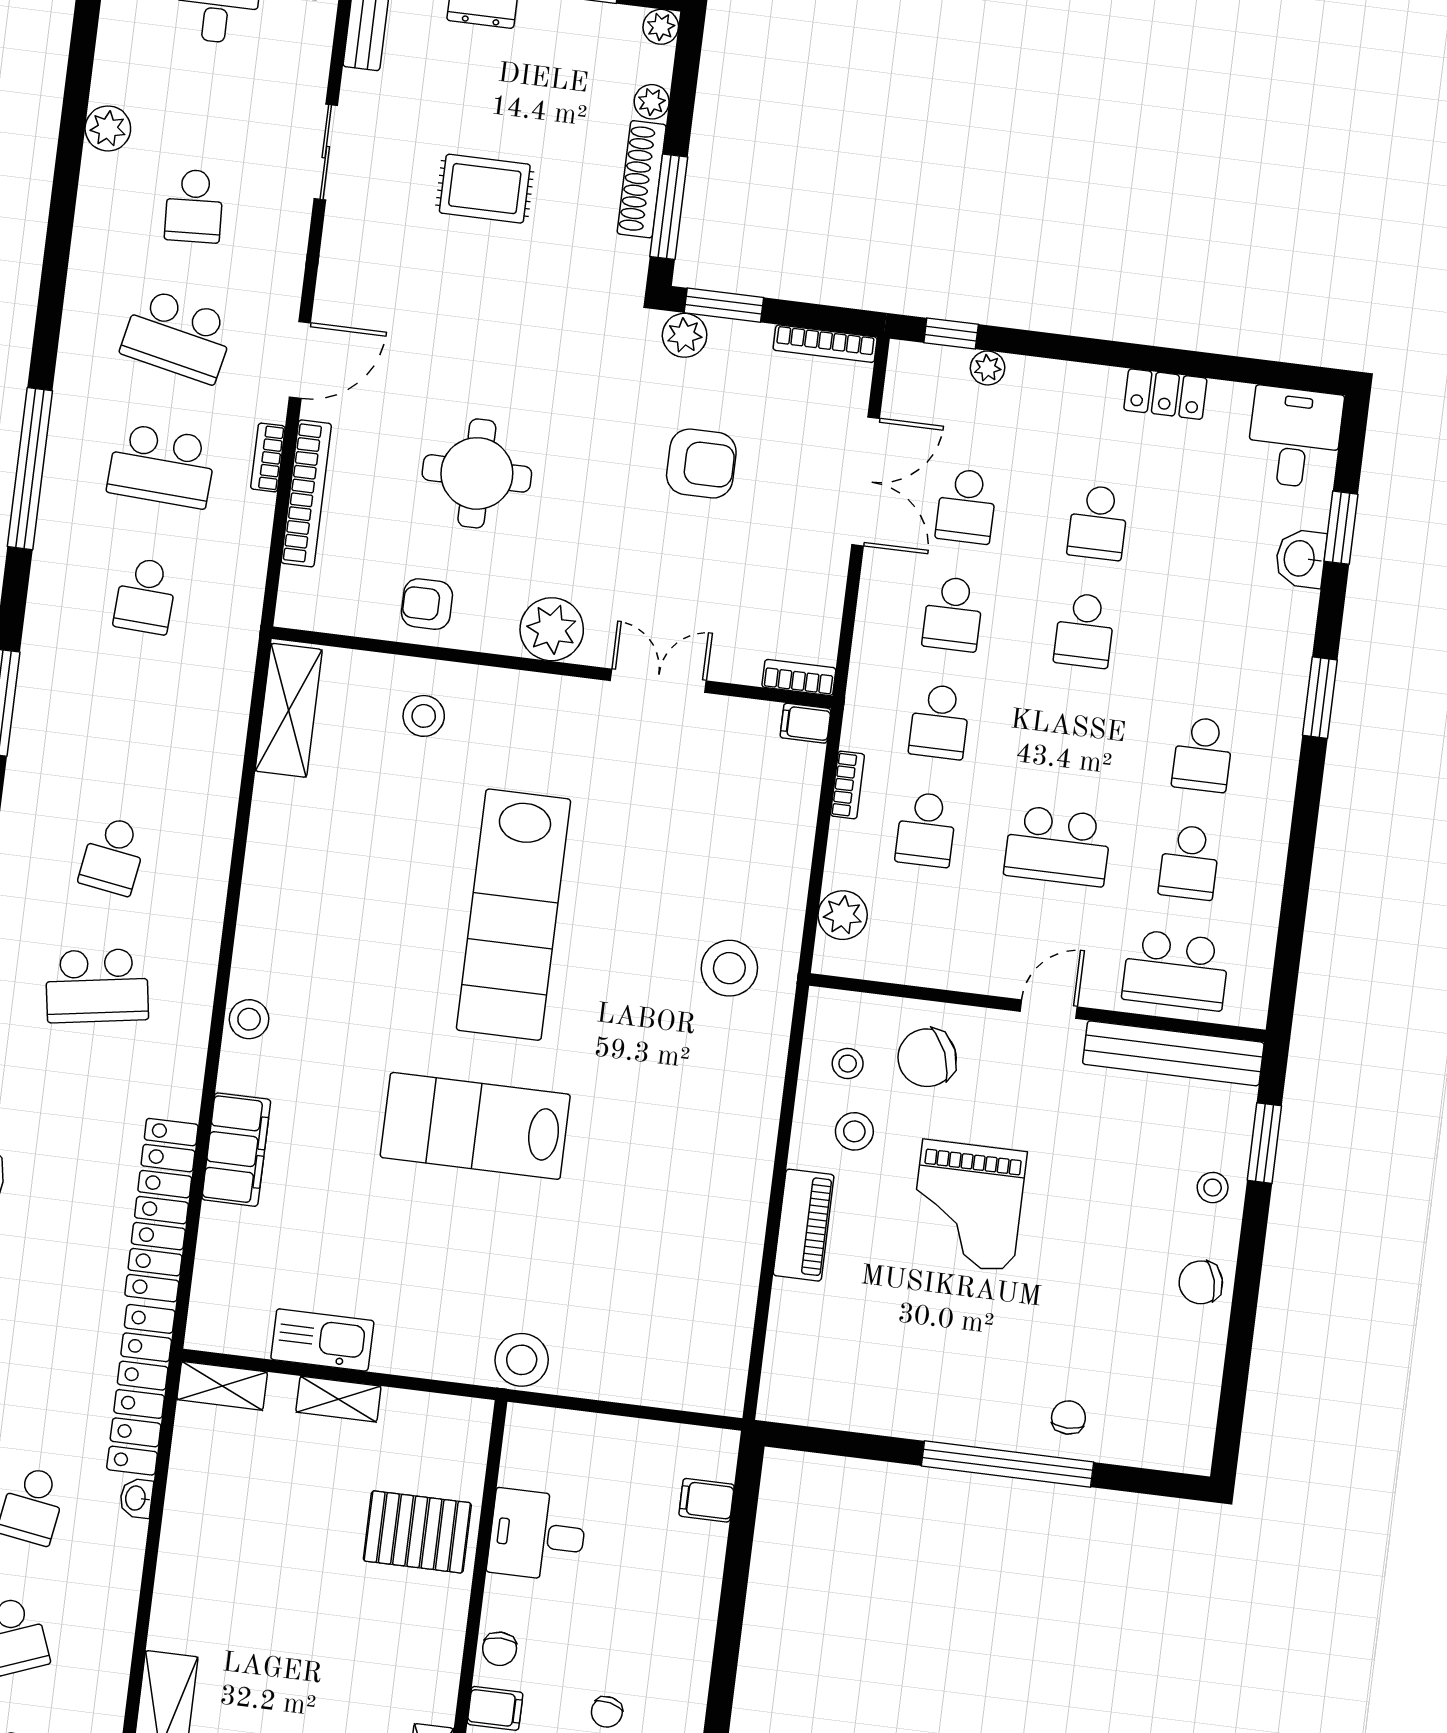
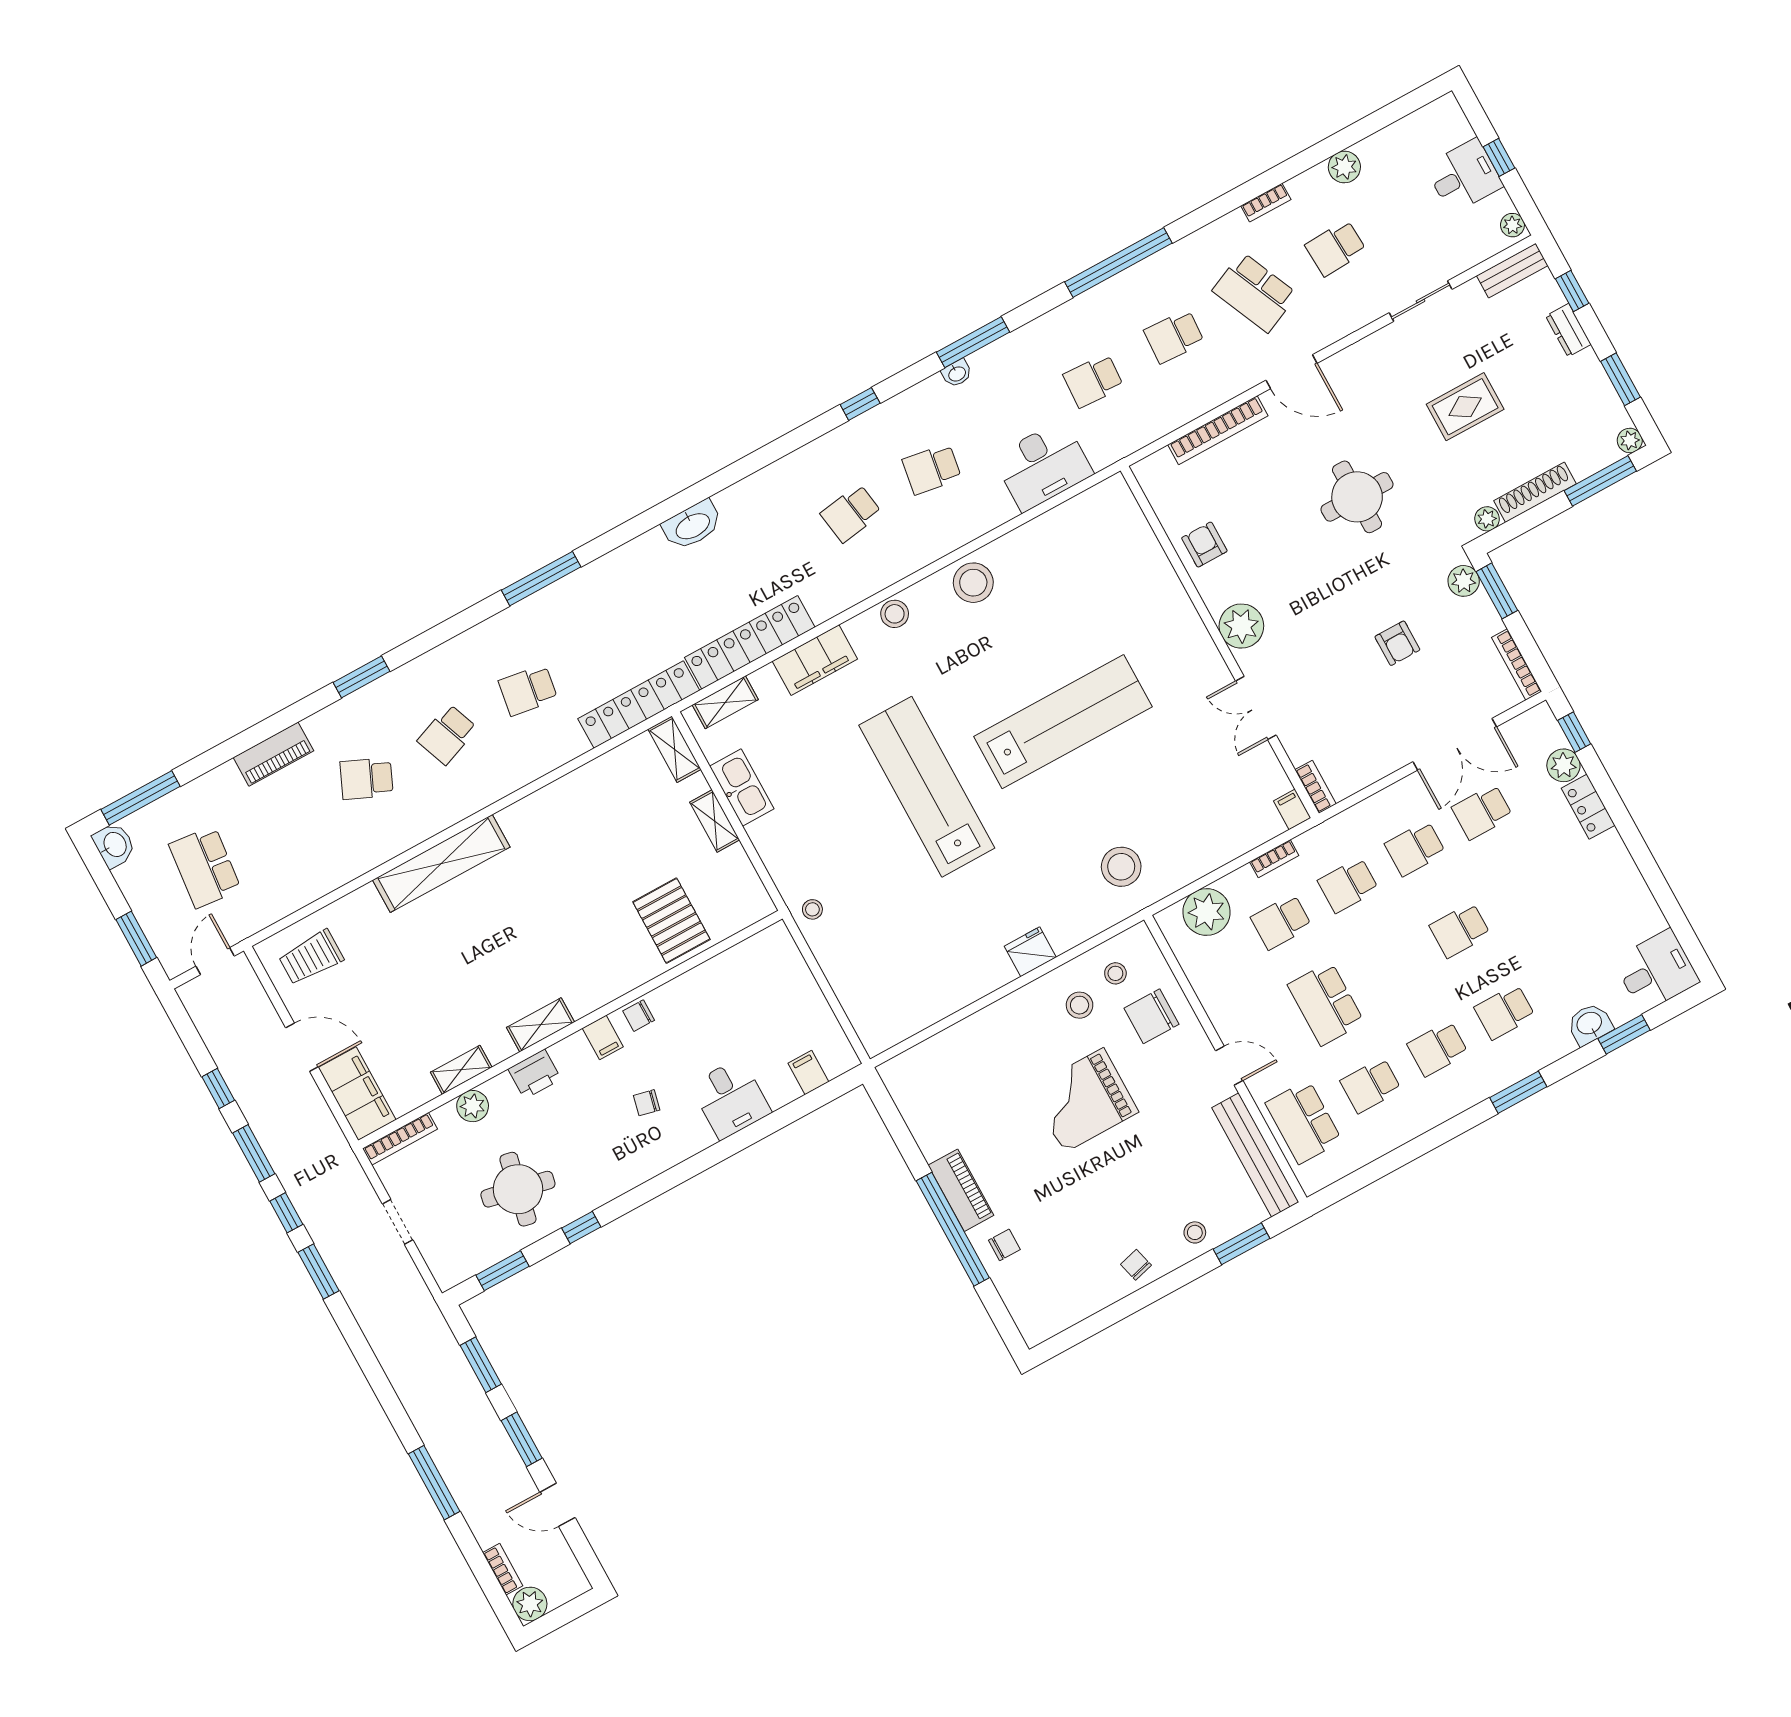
plant: (652, 102) -> (1487, 519), moved
rug: (485, 189) -> (1465, 407), turned 90
window: (669, 207) -> (1600, 481), moved
school desk: (178, 336) -> (1255, 292), turned -36
plant: (988, 368) -> (1563, 765), width x1.38, depth x1.38
locker: (1165, 394) -> (1588, 807), moved
bookcase: (268, 457) -> (1266, 203), moved, turned 180
armchair: (701, 464) -> (1397, 643), width x0.72, depth x0.72
school desk: (162, 466) -> (1174, 336), width x0.54
round table: (477, 473) -> (1357, 497), moved
school desk: (1098, 523) -> (1505, 1012), moved
double door: (658, 681) -> (1256, 708), swing flipped
shelving: (289, 710) -> (725, 702), moved, width x0.67, depth x0.75
stool: (424, 716) -> (973, 583), moved, width x1.38, depth x1.38
desk: (201, 725) -> (1043, 466), added
lab bench: (514, 915) -> (1063, 722), turned 180
plant: (843, 915) -> (1207, 912), width x1.36, depth x1.36
school desk: (97, 986) -> (851, 513), width x0.54
chair: (927, 1058) -> (1151, 1016), turned -67
lab bench: (475, 1126) -> (927, 787), width x1.36
fridge: (752, 1144) -> (1030, 952), added
piano: (804, 1225) -> (961, 1190), moved, turned -90
chair: (1201, 1282) -> (1136, 1265), width x0.73, depth x0.73
stool: (522, 1360) -> (812, 909), width x0.53, depth x0.53
washbasin: (136, 1498) -> (957, 373), moved, turned 180
desk: (537, 1535) -> (731, 1099), moved, turned 180

